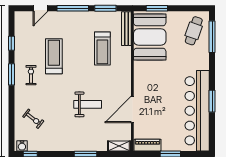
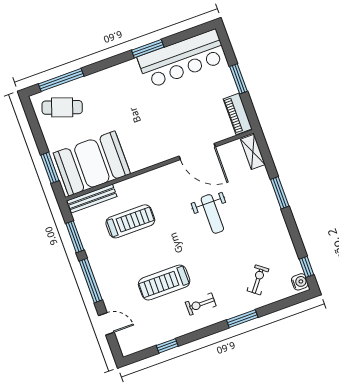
window: (11, 74) -> (242, 319), moved
weight bench: (88, 104) -> (212, 214), turned 180
bar counter: (197, 111) -> (182, 59), width x0.73

